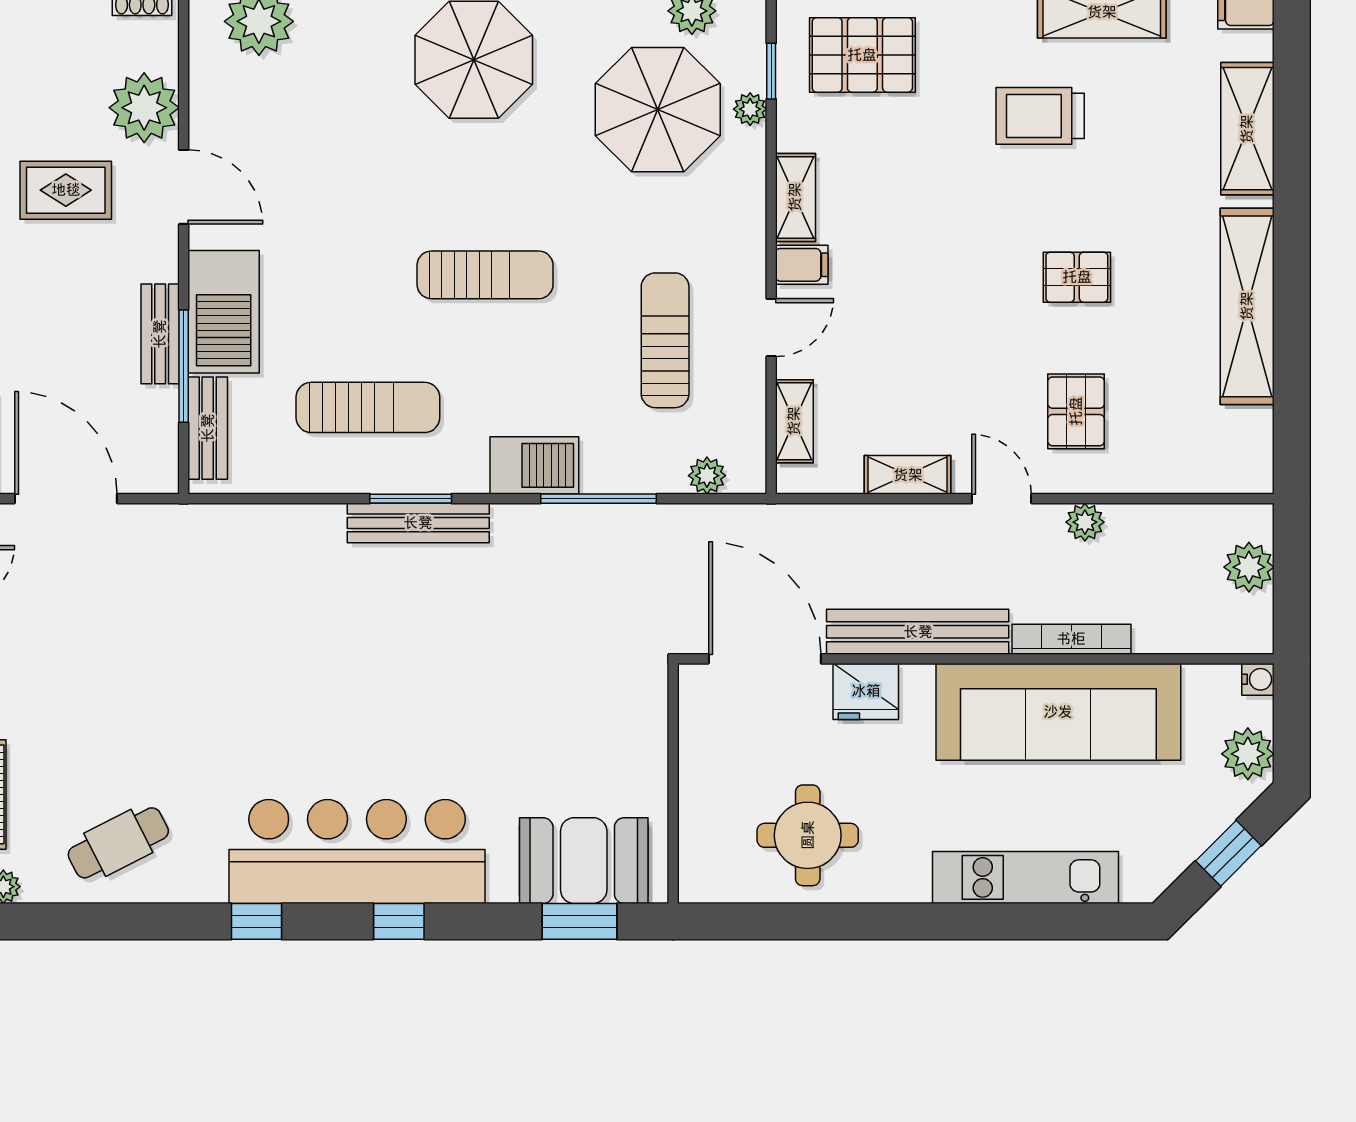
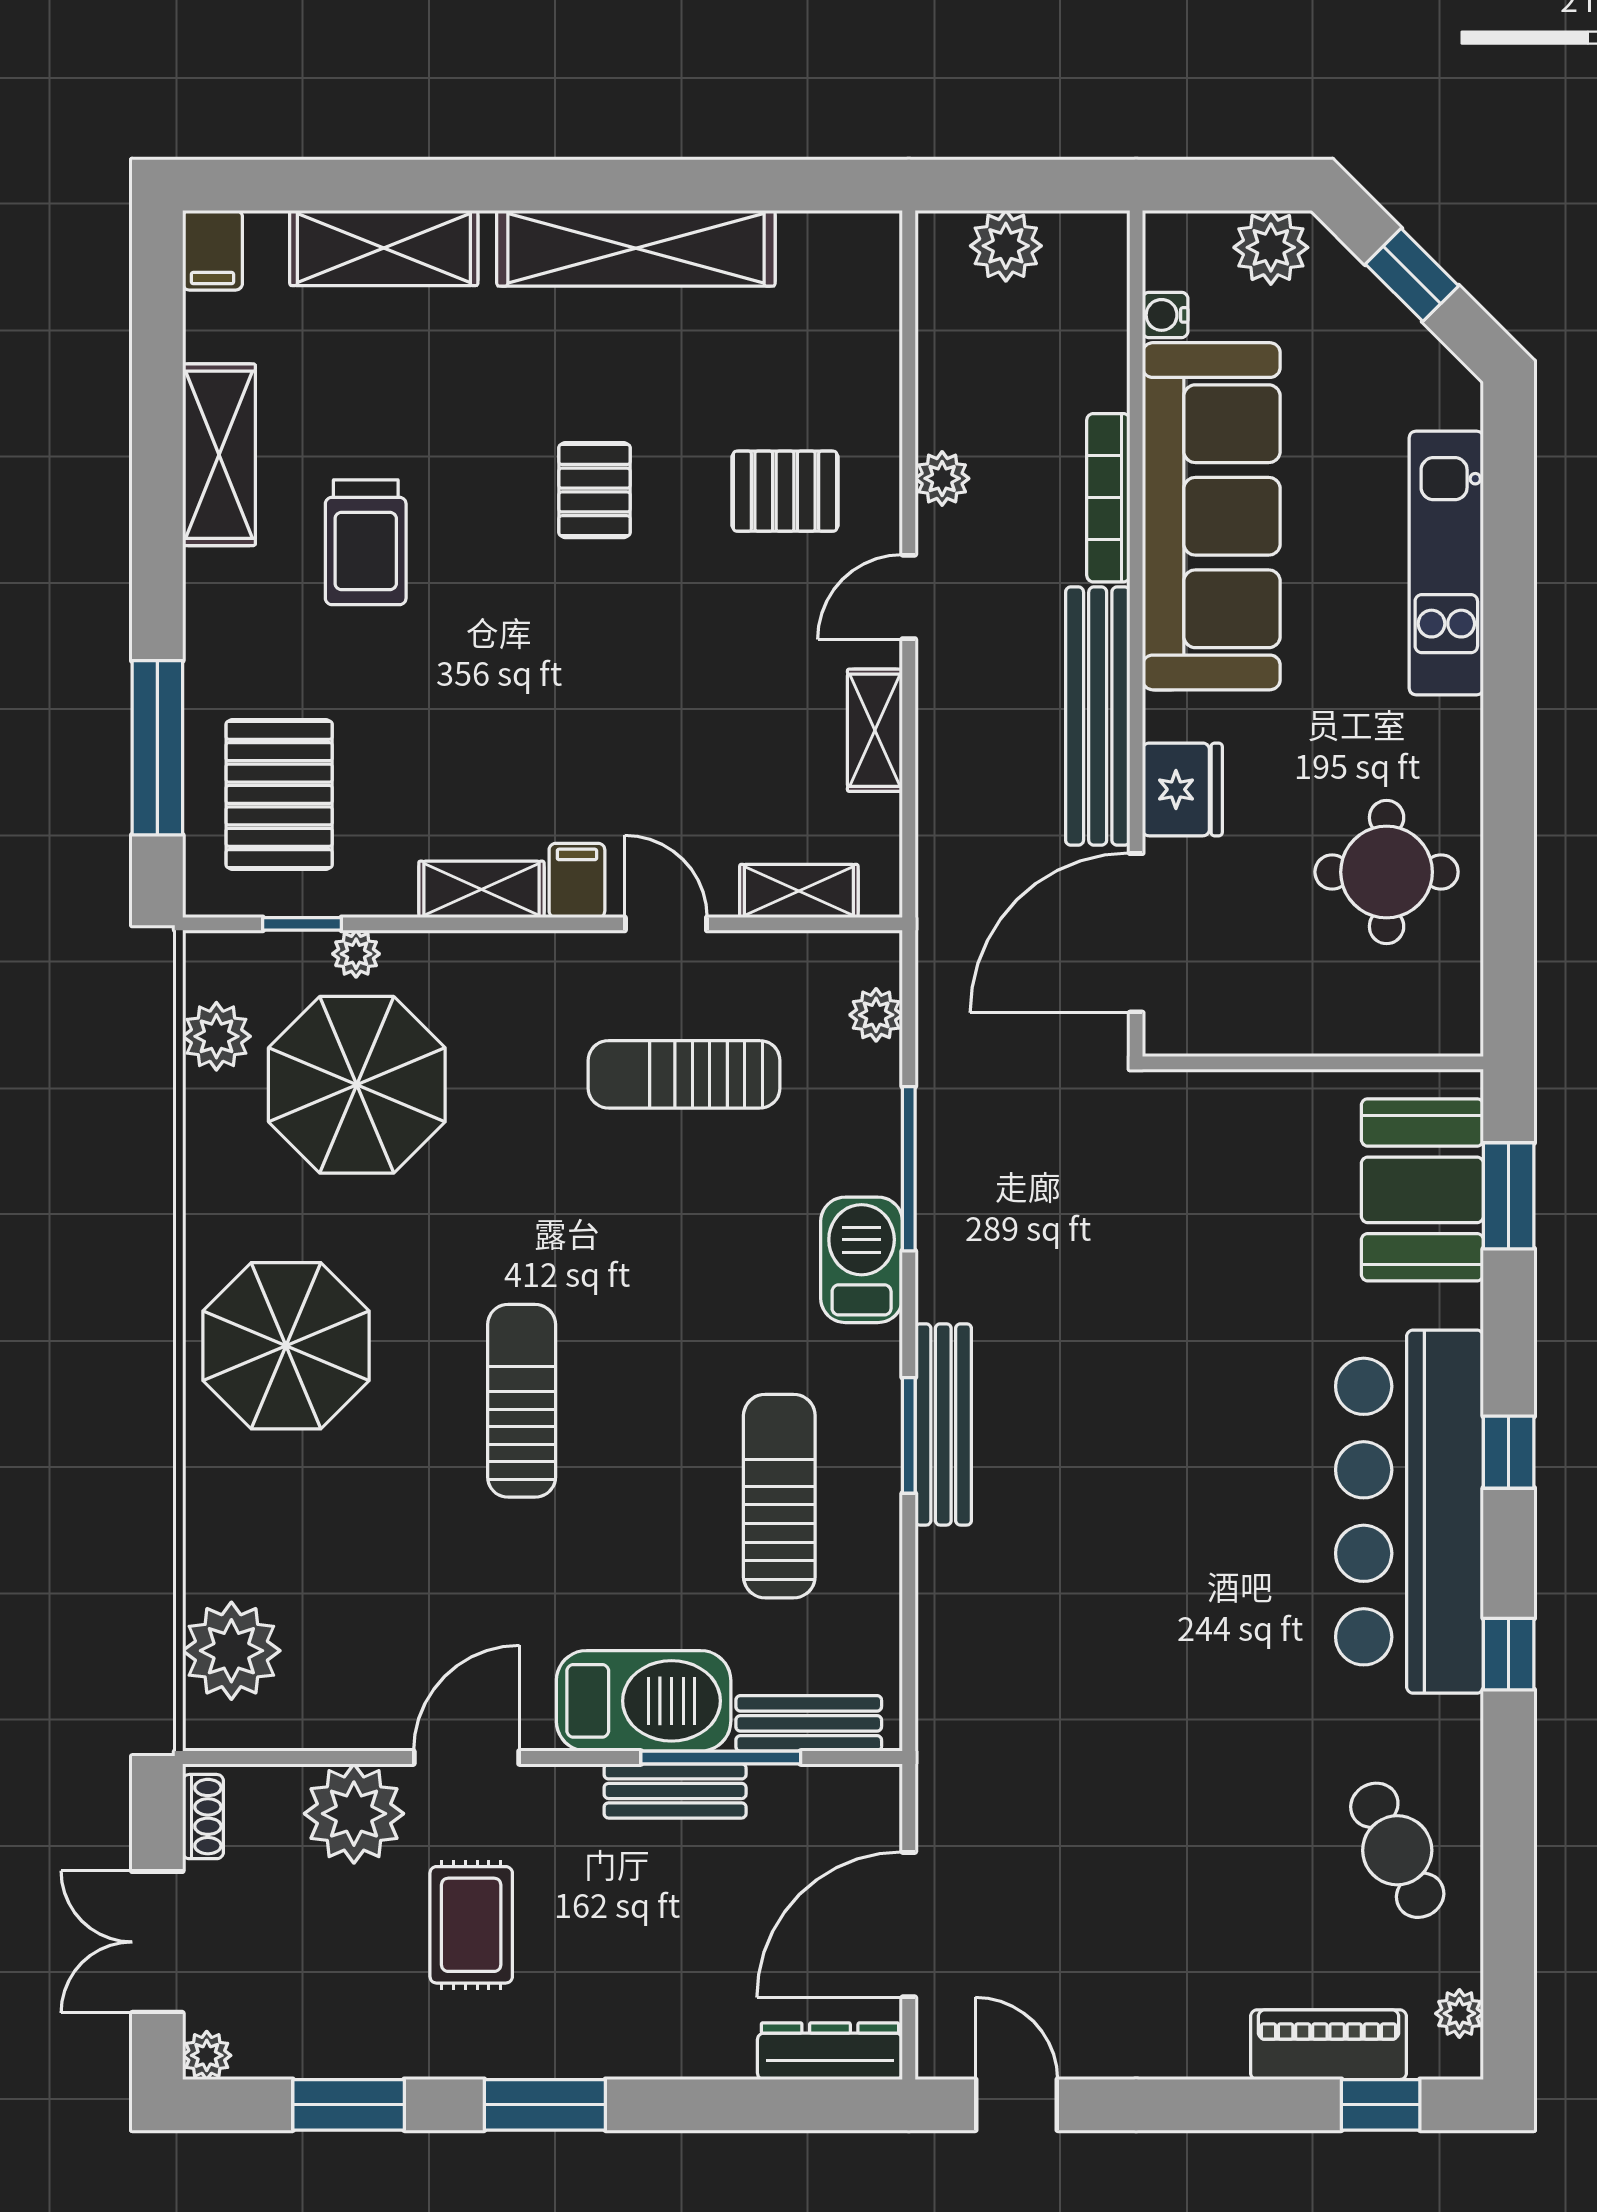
sun lounger: (485, 275) -> (522, 1401), moved
water cooler: (1258, 679) -> (1165, 315), moved, turned -90

